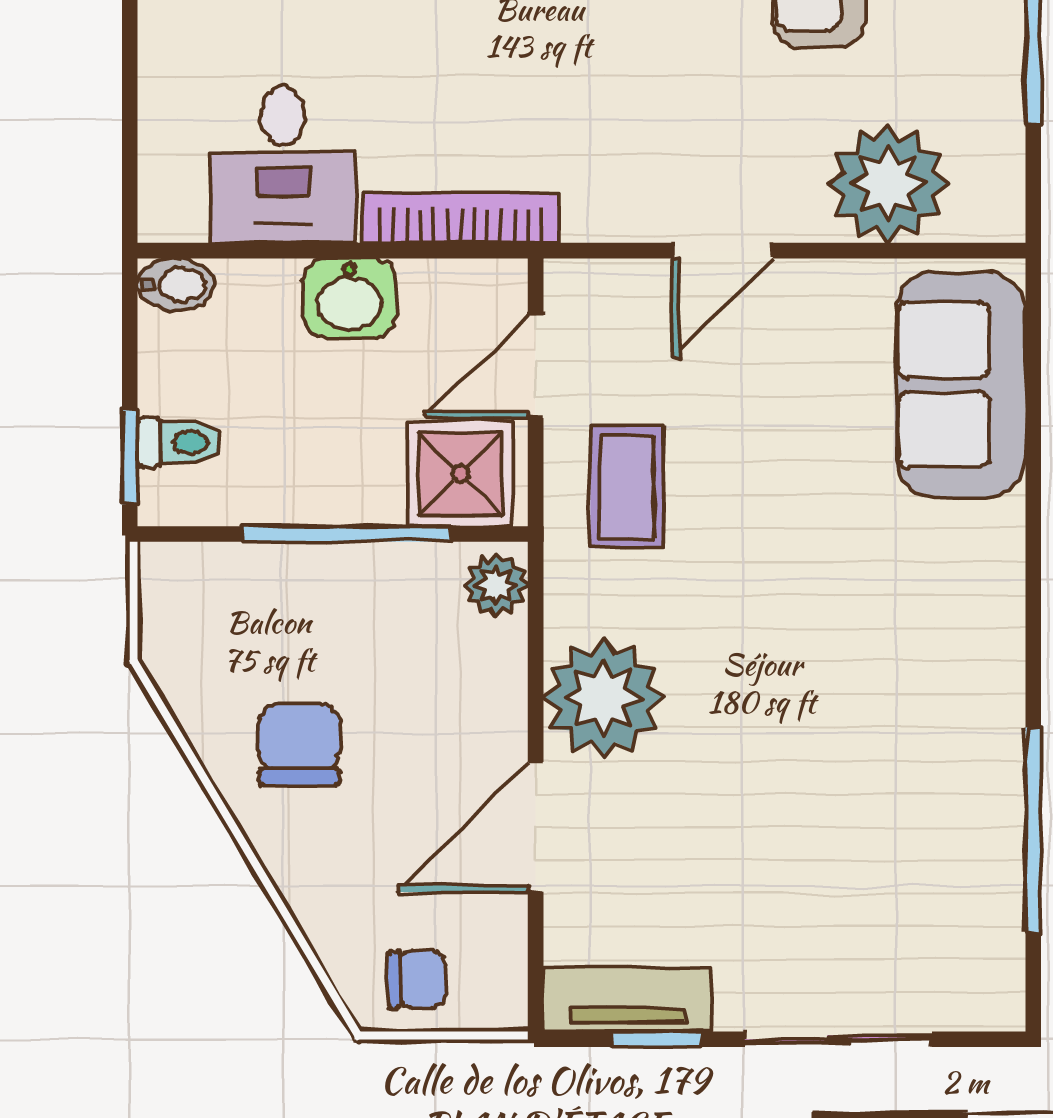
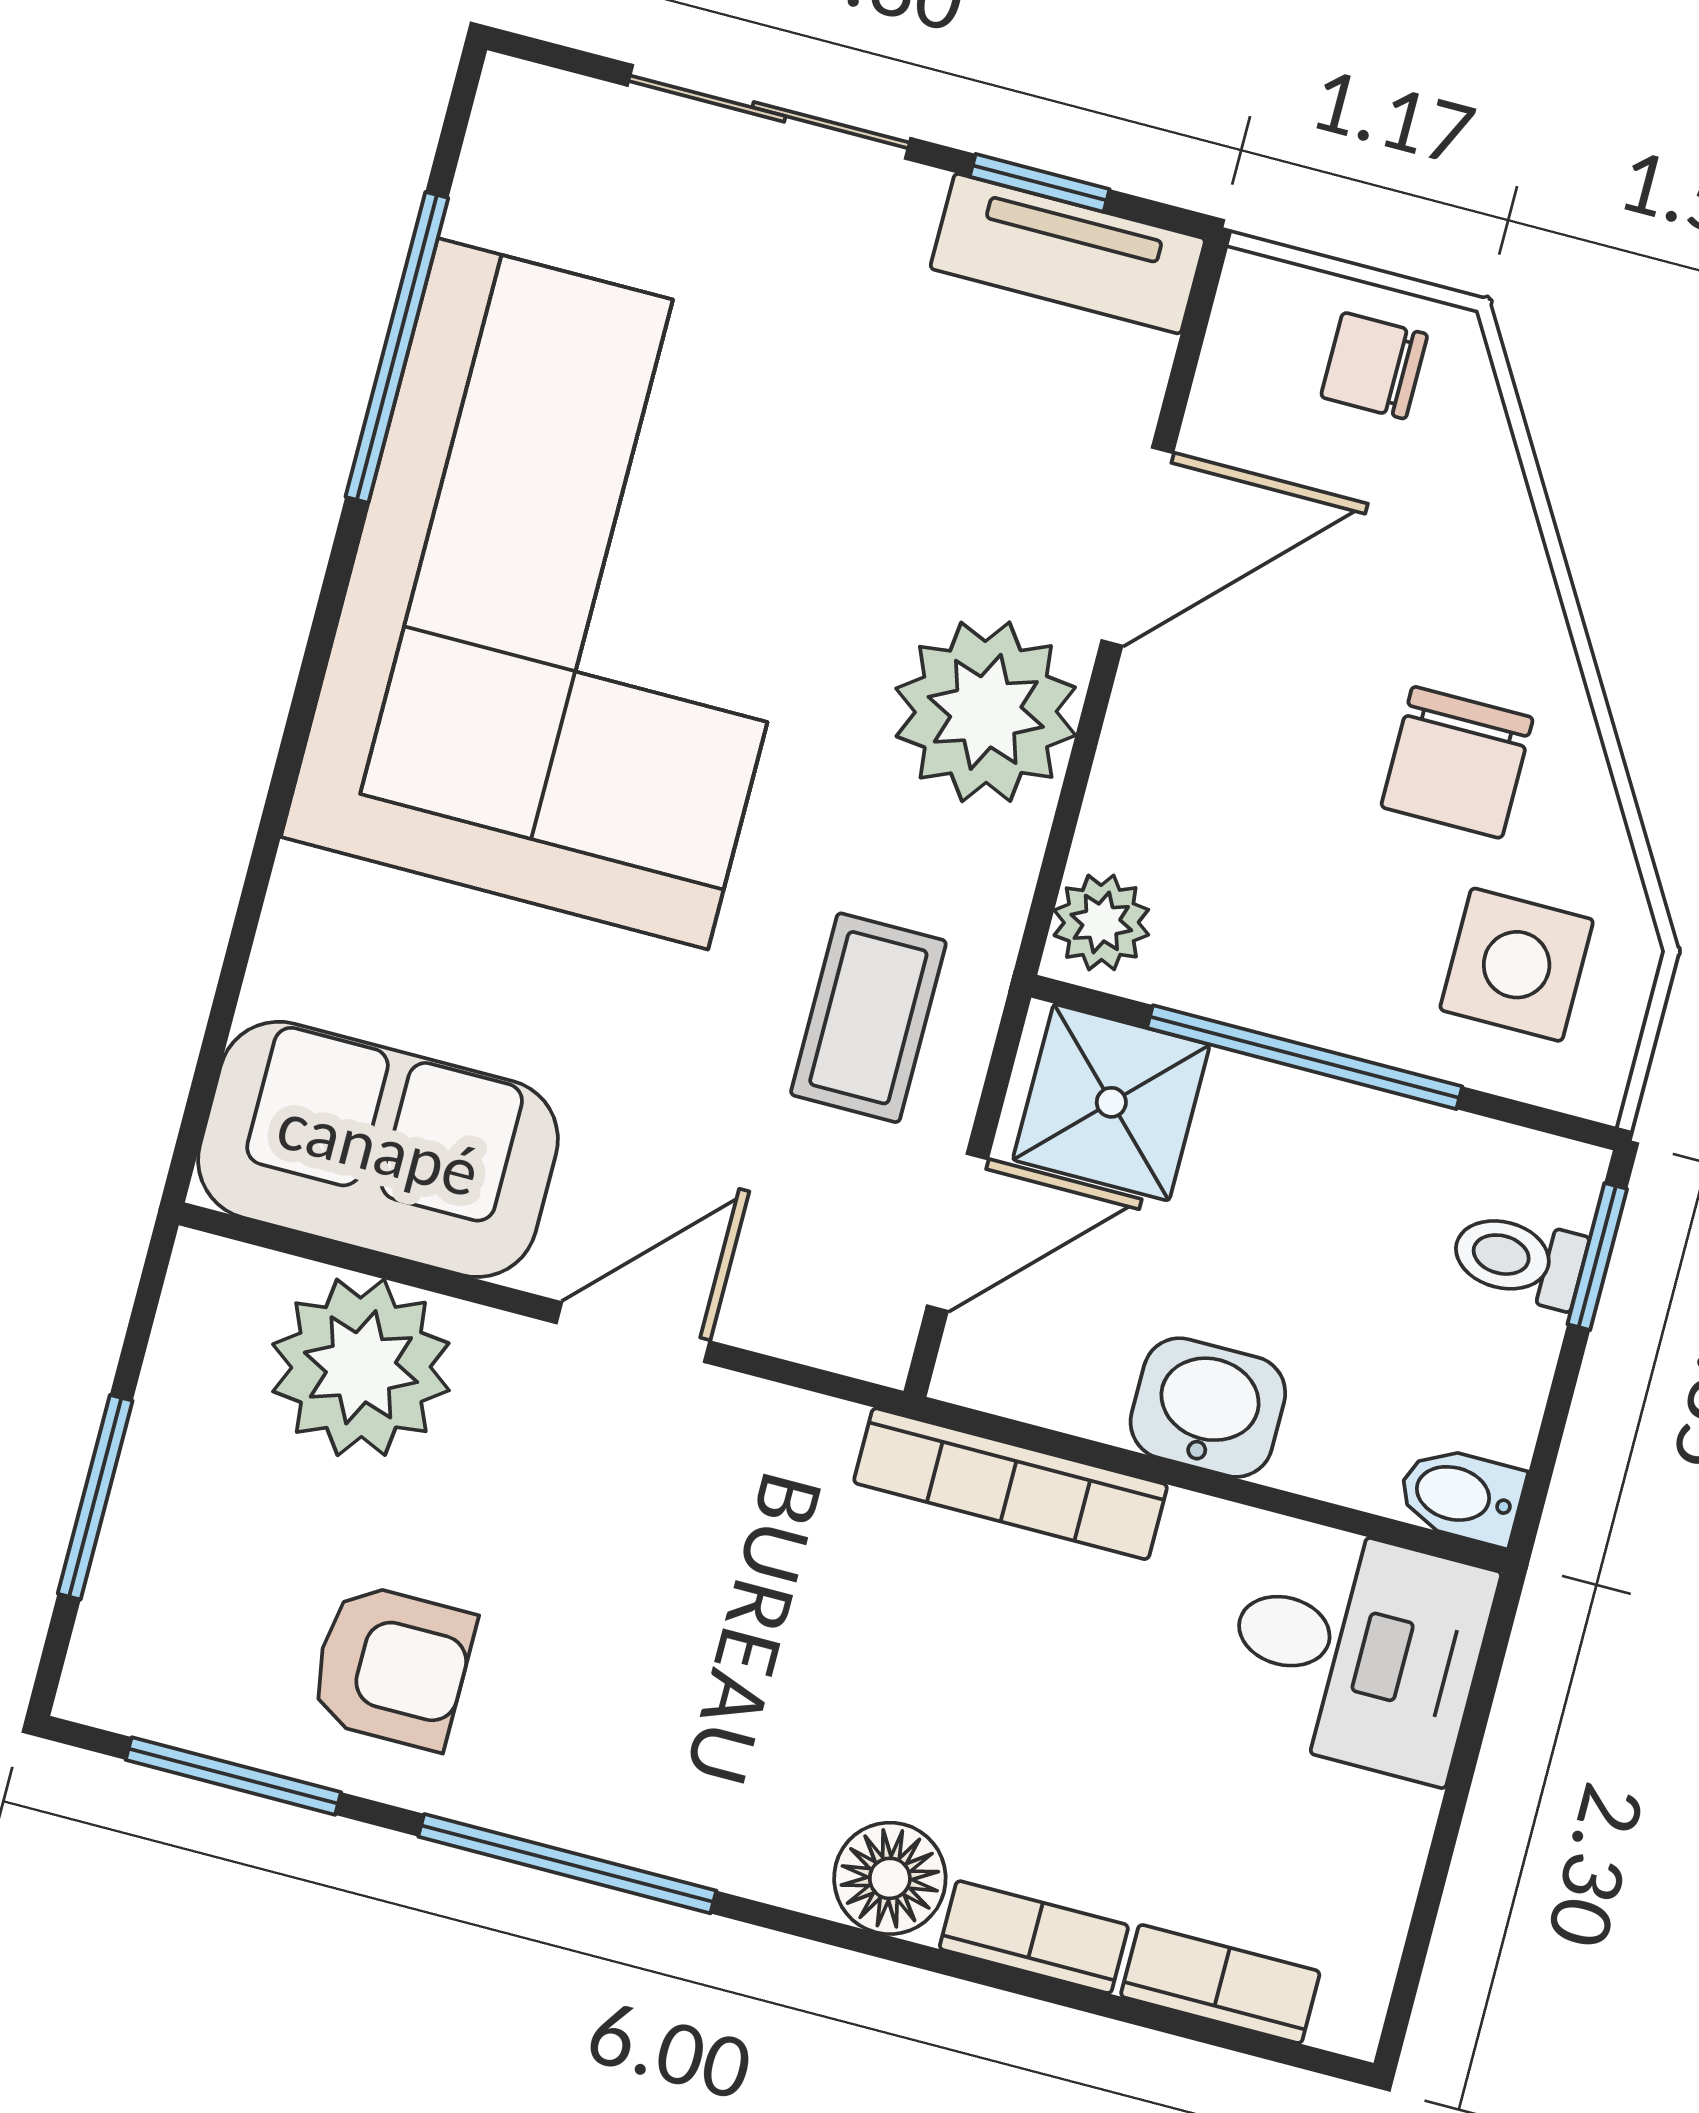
desk: (283, 165) -> (1357, 1650), moved, turned 90
sofa: (961, 384) -> (378, 1149), moved, turned -90
side table: (229, 627) -> (1517, 965), added
corner sofa: (882, 704) -> (573, 594), added

